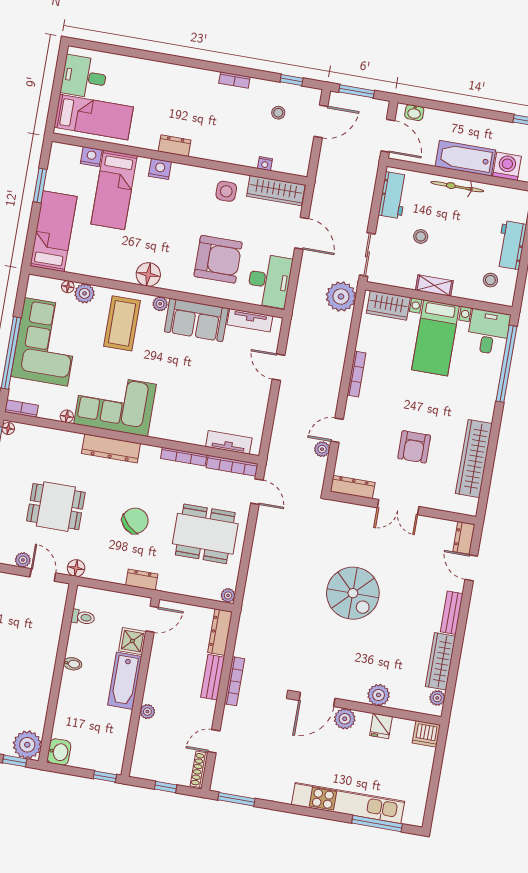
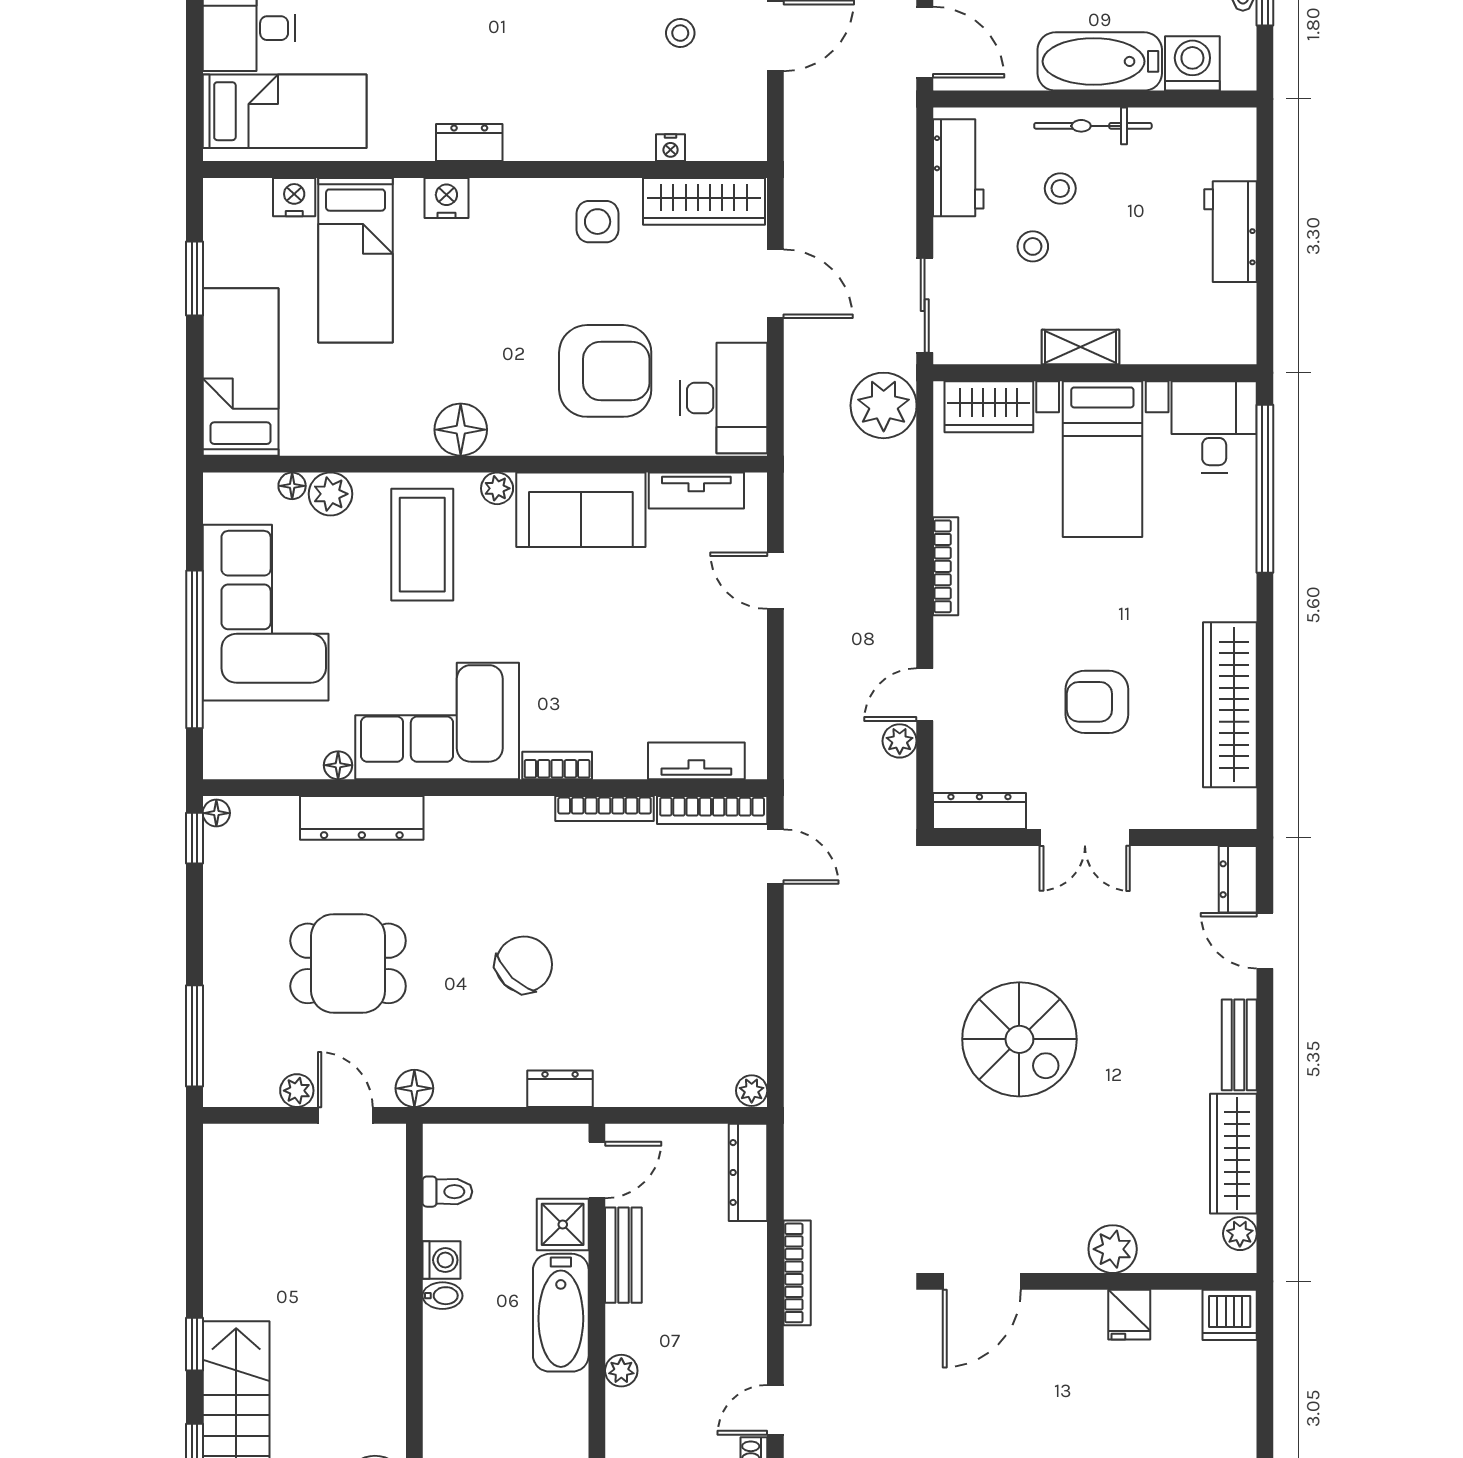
stool: (490, 280) -> (1060, 188), moved
bookcase: (21, 409) -> (557, 765), moved
armchair: (414, 447) -> (1097, 702), turned 90
dresser: (111, 448) -> (362, 818), moved
dining table: (205, 534) -> (680, 967), removed
washing machine: (75, 648) -> (442, 1260), added
bench: (213, 677) -> (623, 1255), moved
plant: (345, 719) -> (1049, 1313), removed

